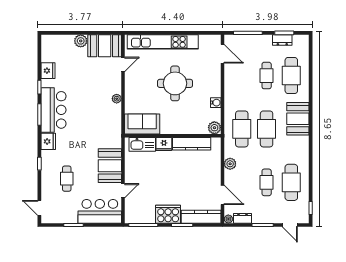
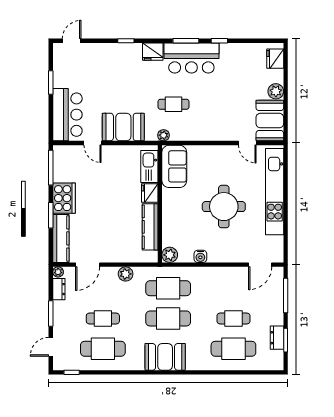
fridge: (48, 71) -> (275, 59), moved, turned 90
plant: (117, 99) -> (164, 135), moved
booth: (298, 119) -> (165, 357), moved
cafe table: (67, 179) -> (174, 104), moved

